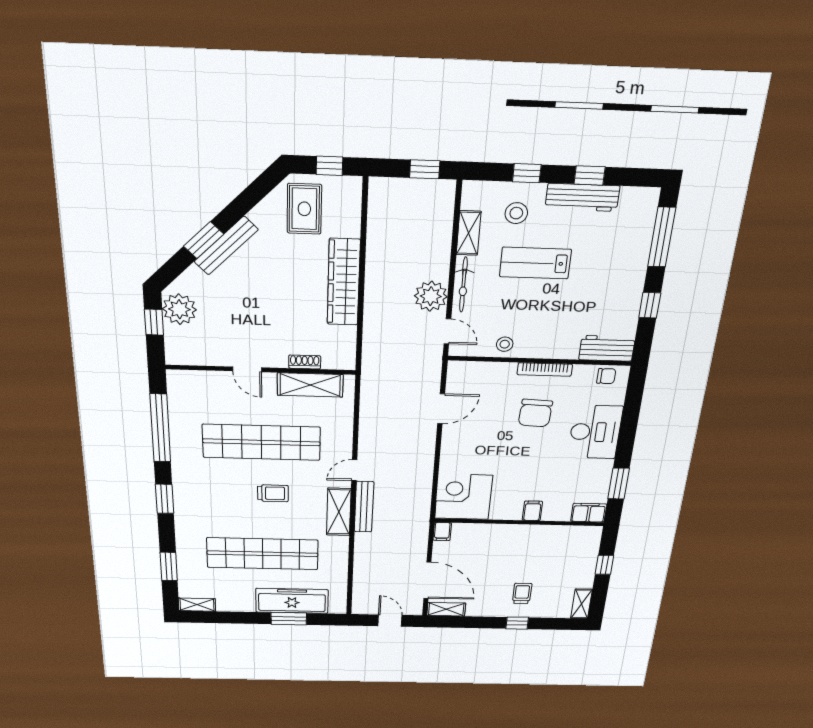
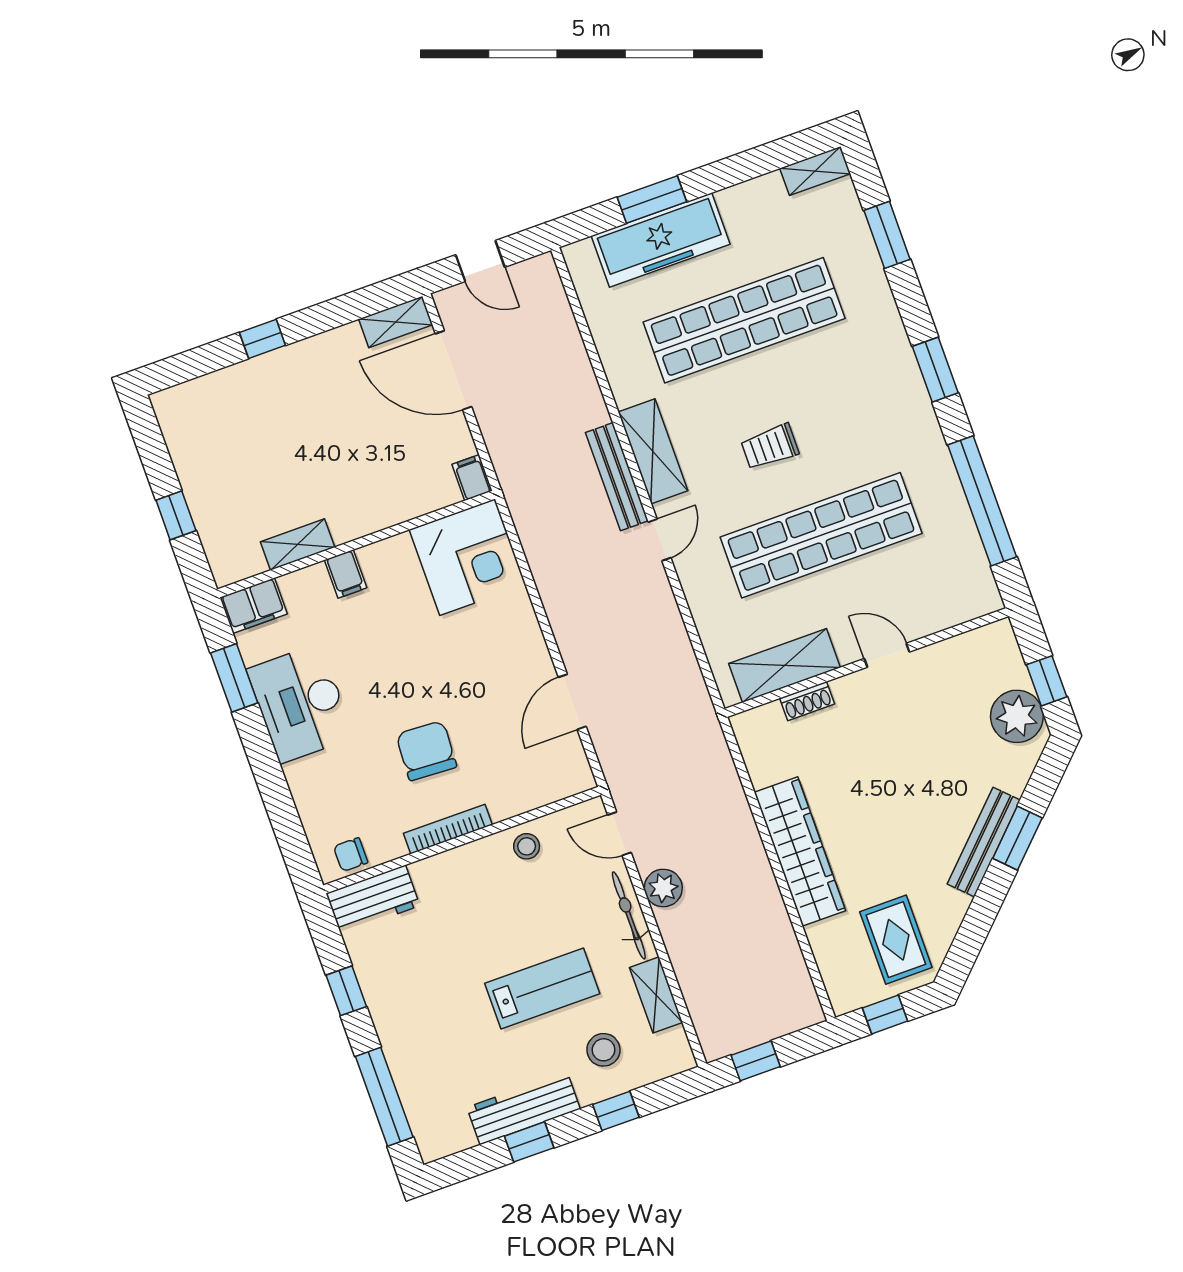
plant: (431, 296) -> (663, 888), width x0.73, depth x0.73
desk: (595, 432) -> (300, 703), moved
trolley: (522, 593) -> (284, 404), removed
shelving: (581, 604) -> (298, 544), moved, turned 90

